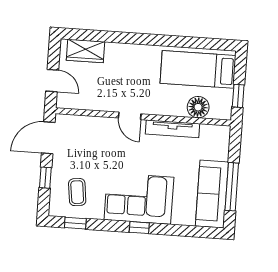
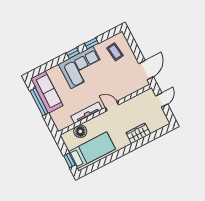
wardrobe: (86, 51) -> (138, 133), moved
door: (52, 81) -> (162, 100), swing flipped
window: (238, 96) -> (69, 160), moved
window: (45, 178) -> (135, 49), removed
window: (75, 223) -> (91, 43), moved

